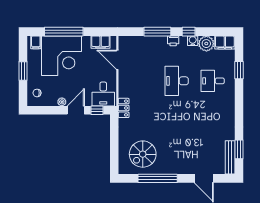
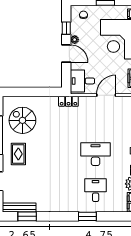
door: (117, 60) -> (106, 95), moved
window: (239, 70) -> (87, 216), moved
window: (97, 110) -> (66, 28), moved
rug: (176, 158) -> (18, 154), added

